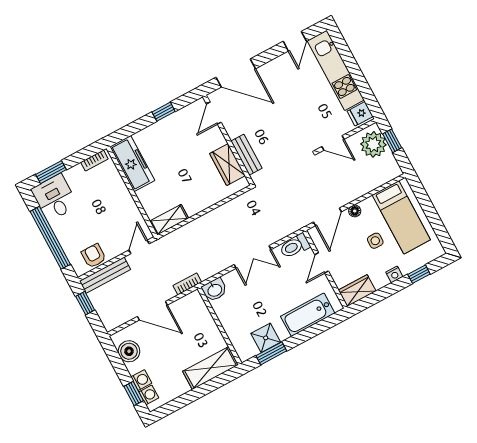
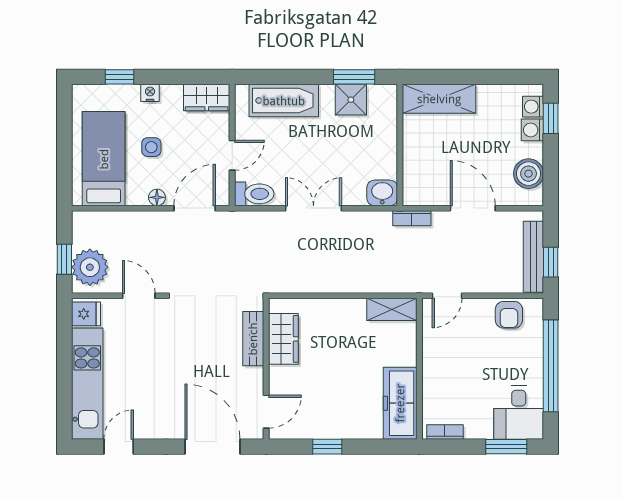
bench: (105, 275) -> (533, 257), moved, turned 90

